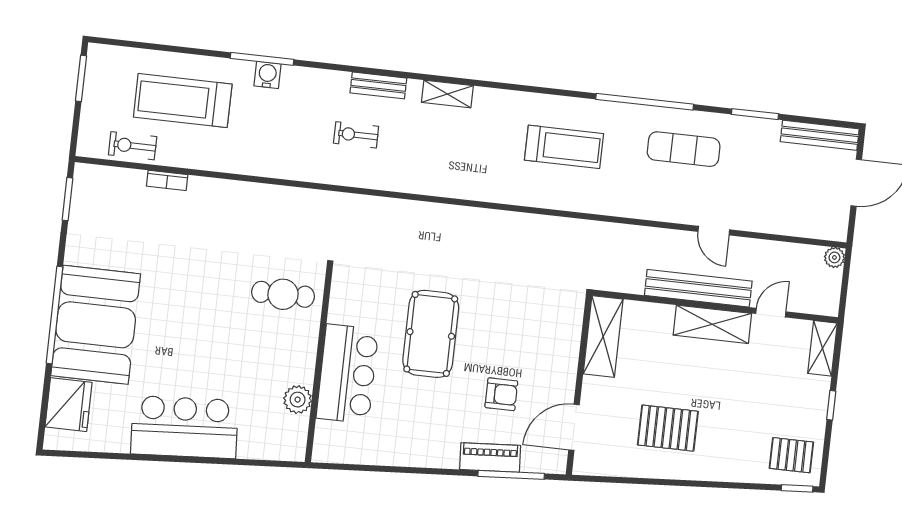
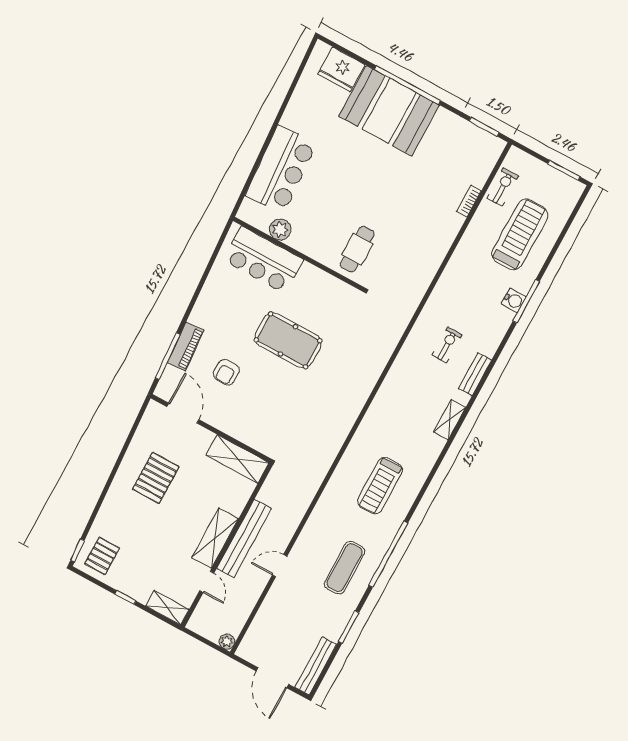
bar counter: (347, 374) -> (263, 260), moved
bar counter: (184, 427) -> (281, 169), moved

